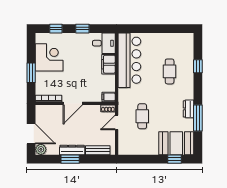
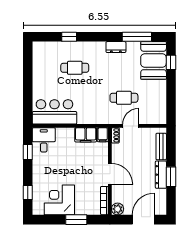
window: (82, 29) -> (28, 152), moved
bar counter: (129, 60) -> (54, 112), width x0.73
filing cabinet: (108, 64) -> (86, 135), moved
window: (198, 118) -> (137, 37), moved
door: (117, 122) -> (131, 126), swing flipped
plant: (41, 149) -> (118, 209), moved

